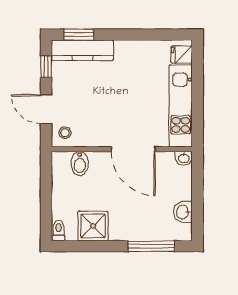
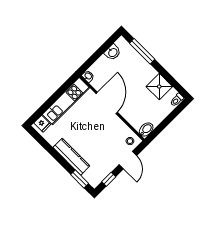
kitchen counter: (82, 50) -> (71, 157), moved
bidet: (80, 164) -> (146, 130), moved

